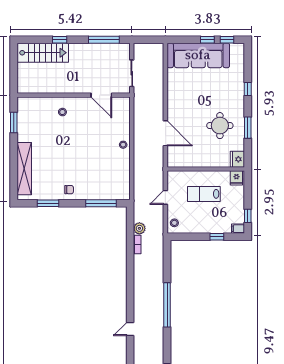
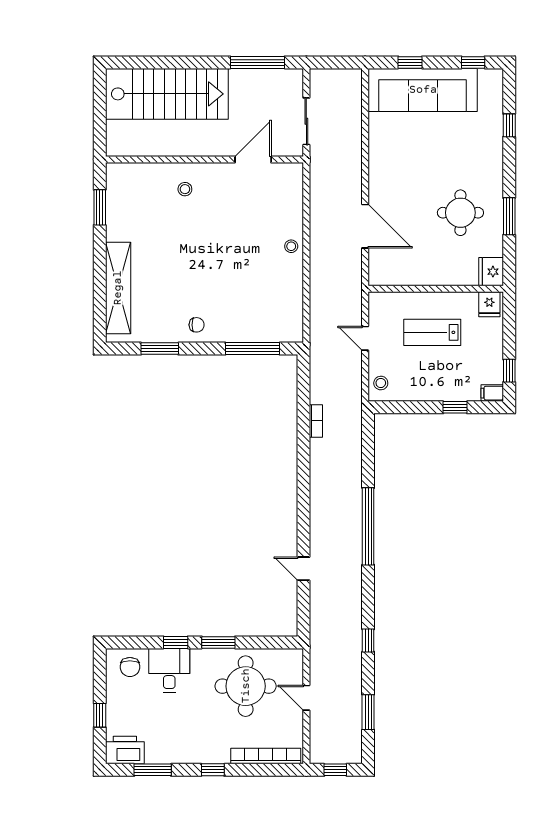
window: (60, 40) -> (180, 62), removed
window: (207, 40) -> (410, 62), moved
stairs: (43, 53) -> (167, 94), width x1.36, depth x1.51
window: (248, 89) -> (509, 125), moved
door: (101, 95) -> (253, 159), swing flipped
door: (165, 197) -> (365, 338), hinge flipped
plant: (139, 228) -> (320, 393), removed
door: (130, 329) -> (303, 569), hinge flipped

